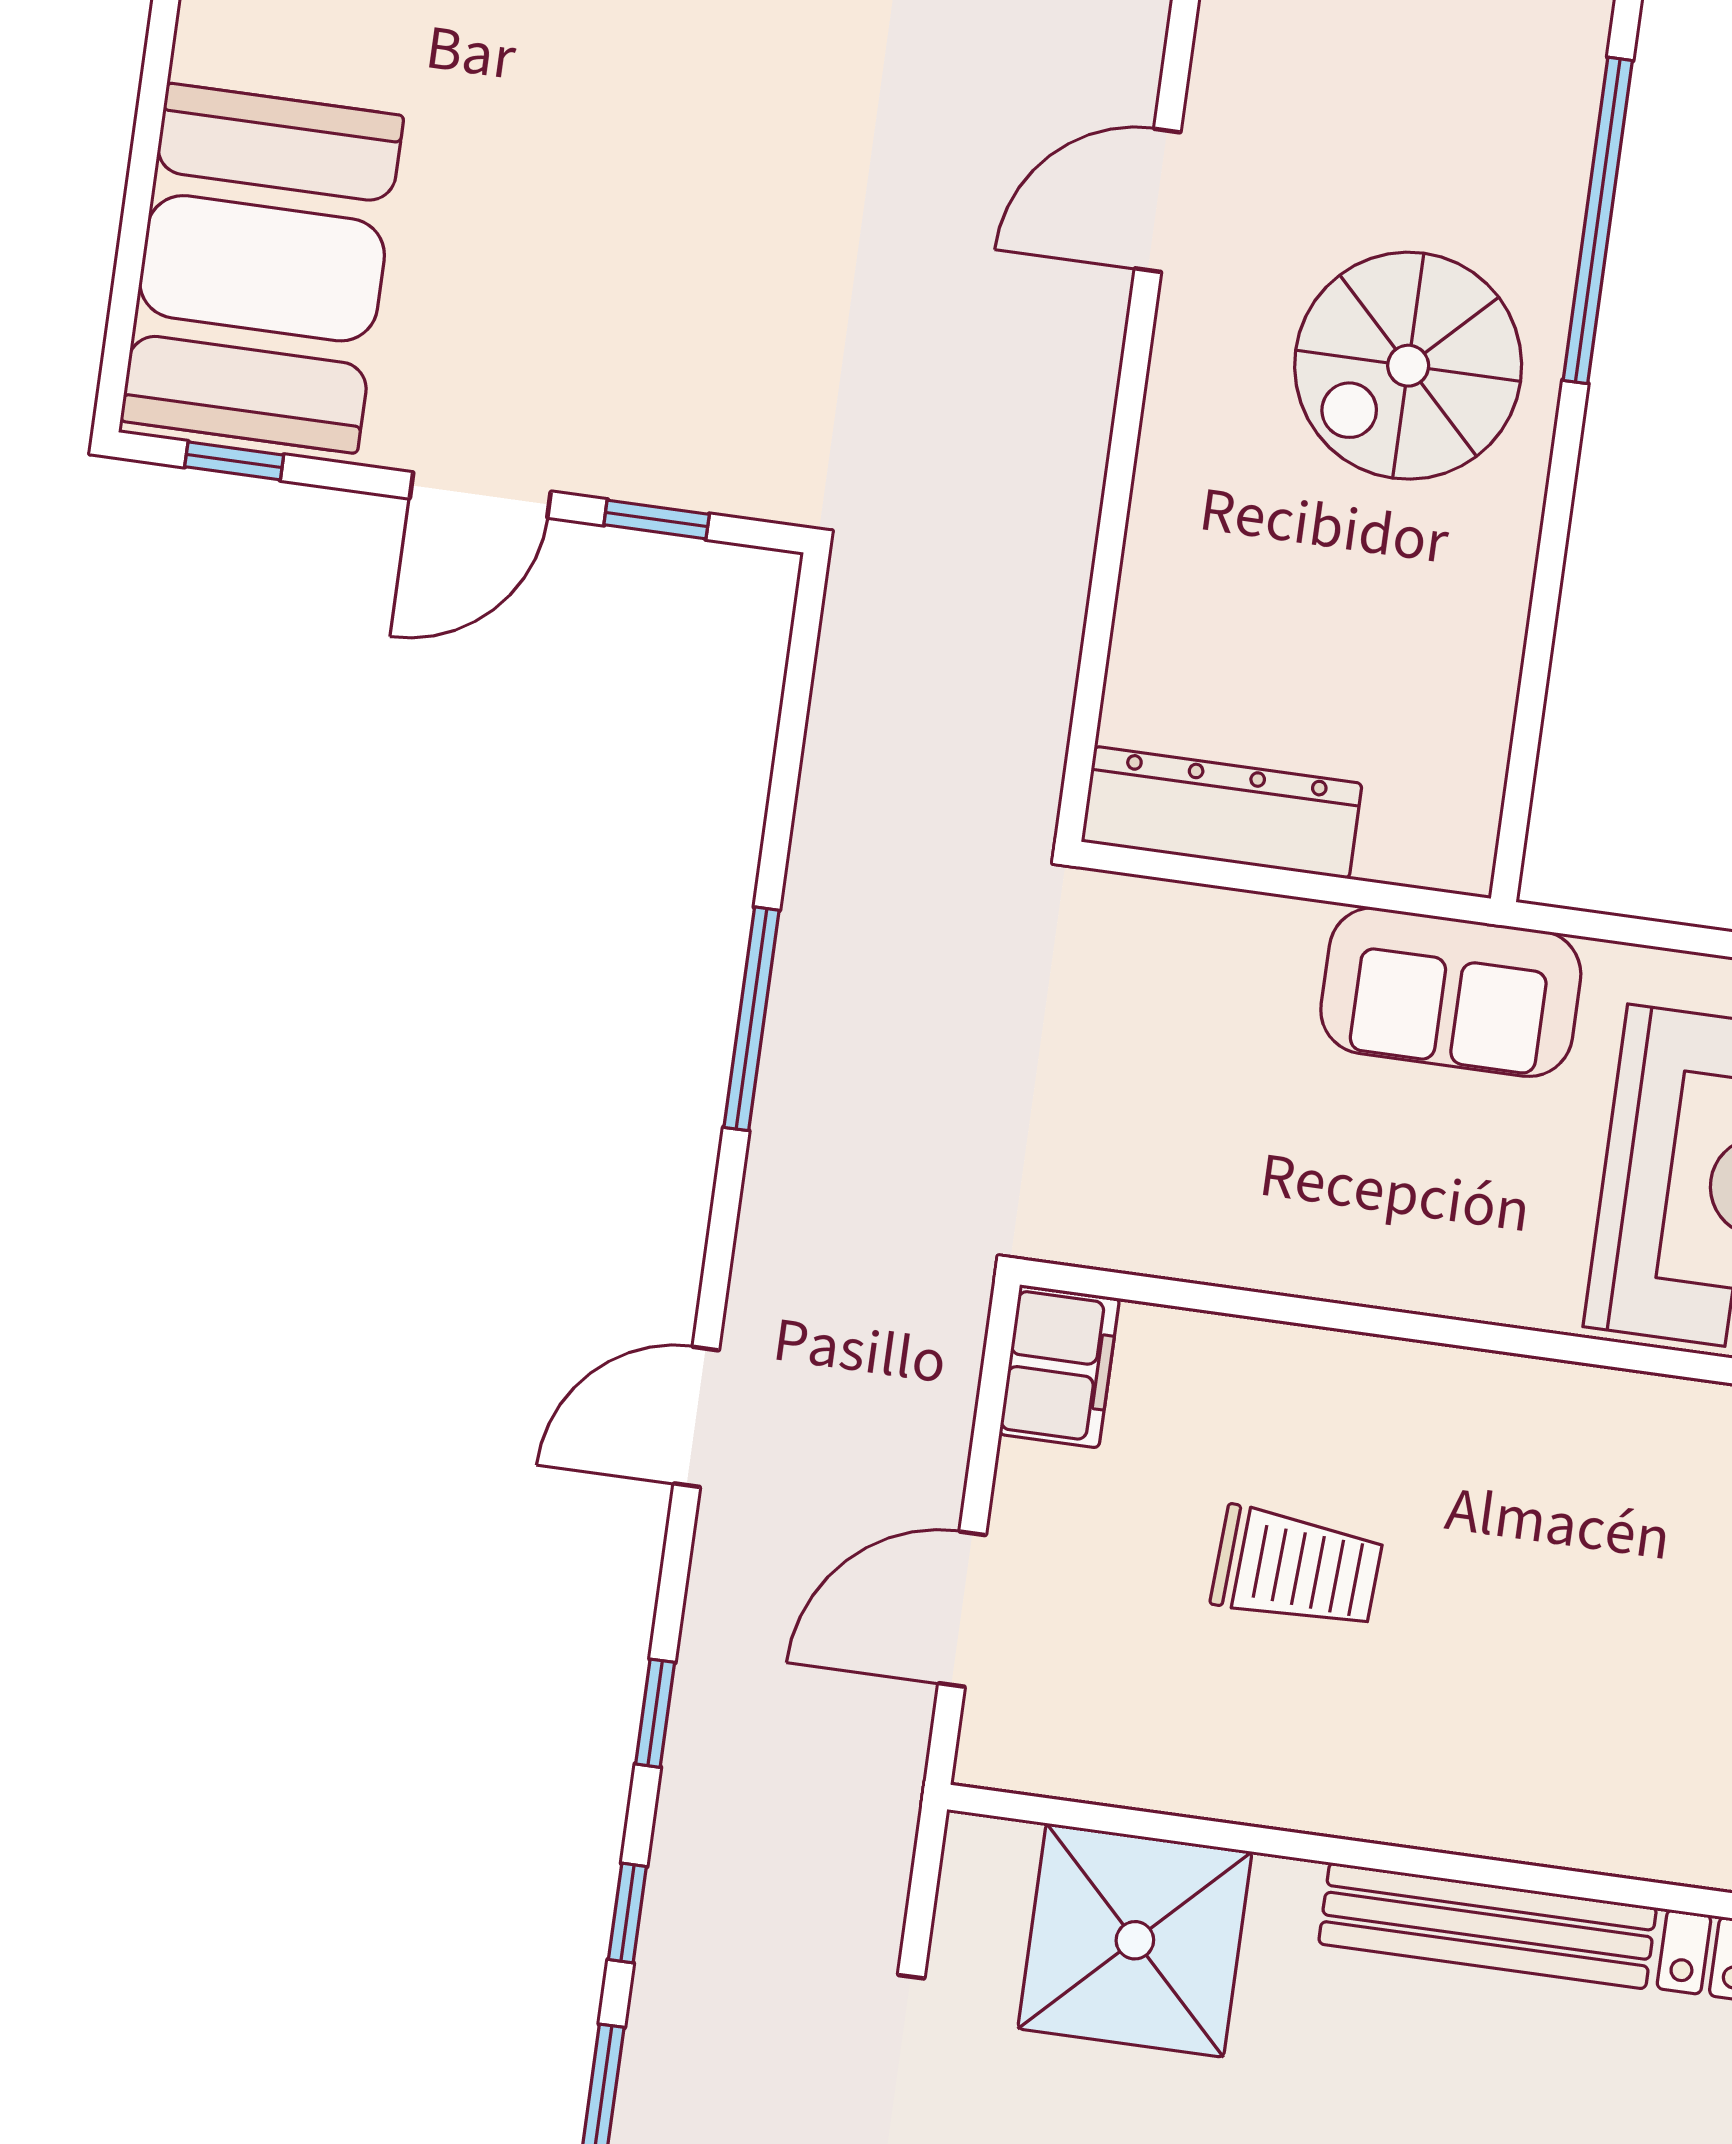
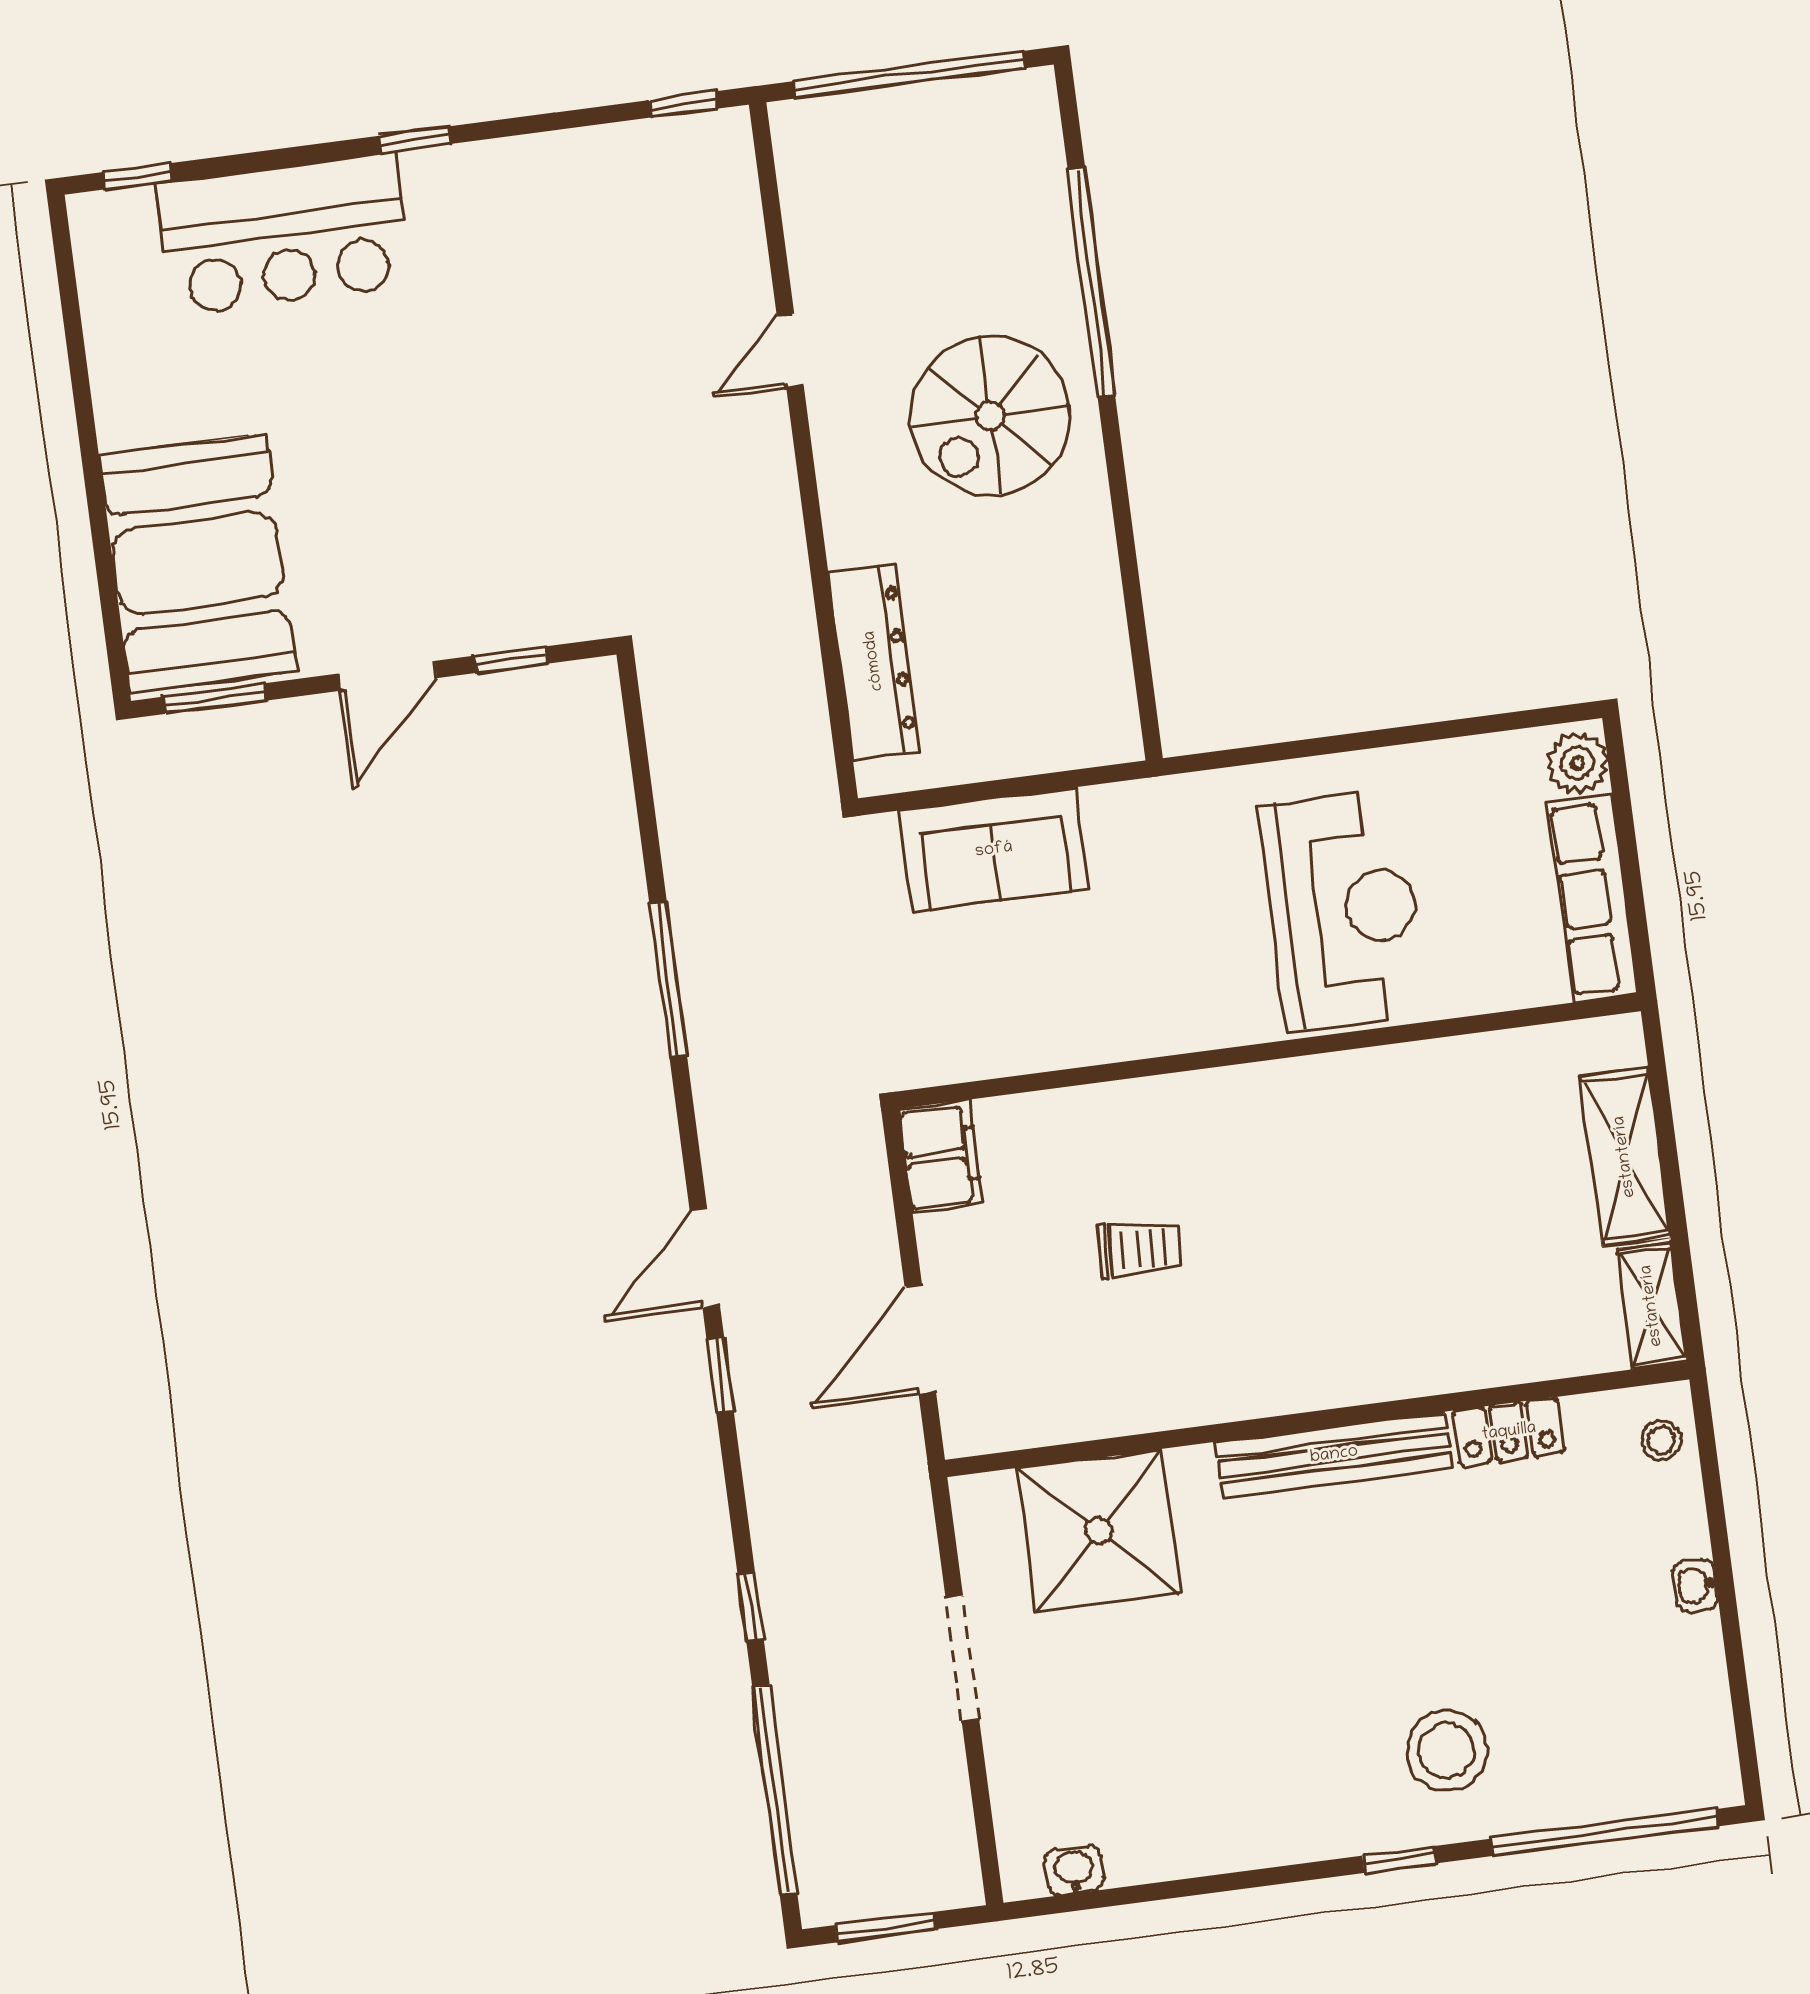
door: (1158, 200) -> (790, 351), width x0.73
window: (234, 461) -> (215, 699), width x1.50
dresser: (1222, 813) -> (874, 661), moved, turned 90
sofa: (1451, 992) -> (994, 850), moved
trolley: (1297, 1568) -> (1139, 1249), width x0.73, depth x0.72
window: (655, 1713) -> (720, 1375), moved

